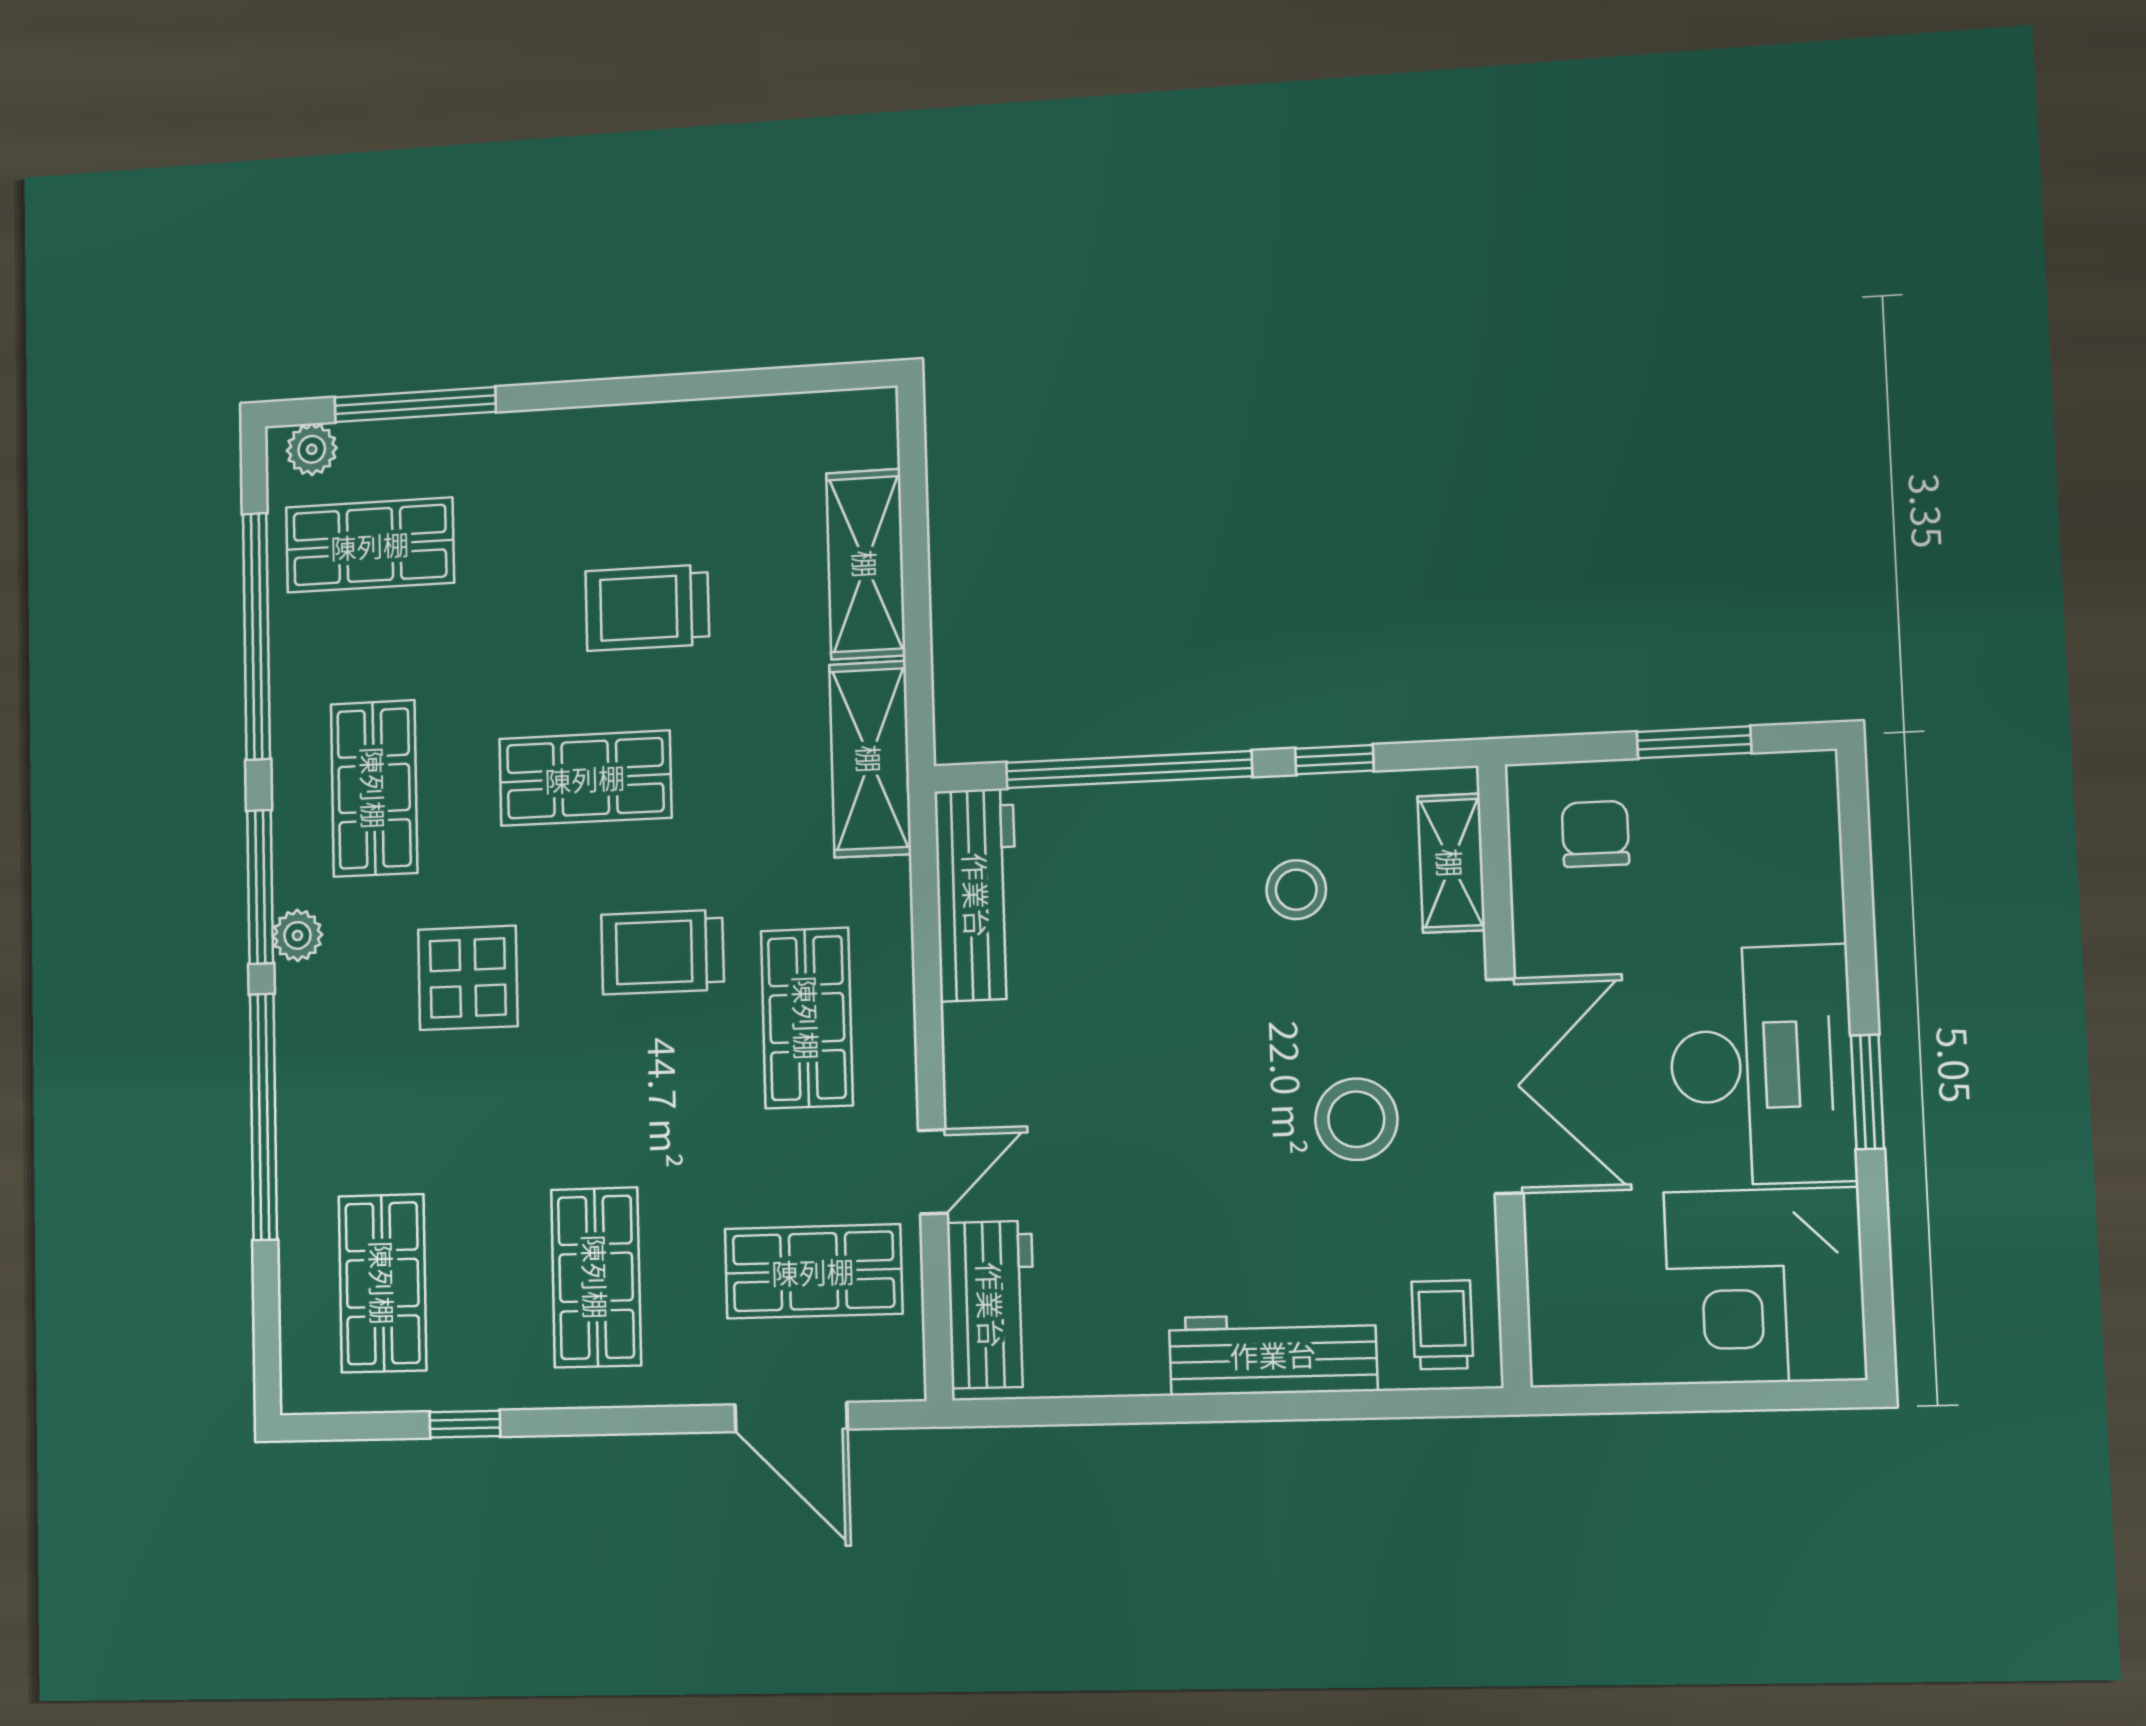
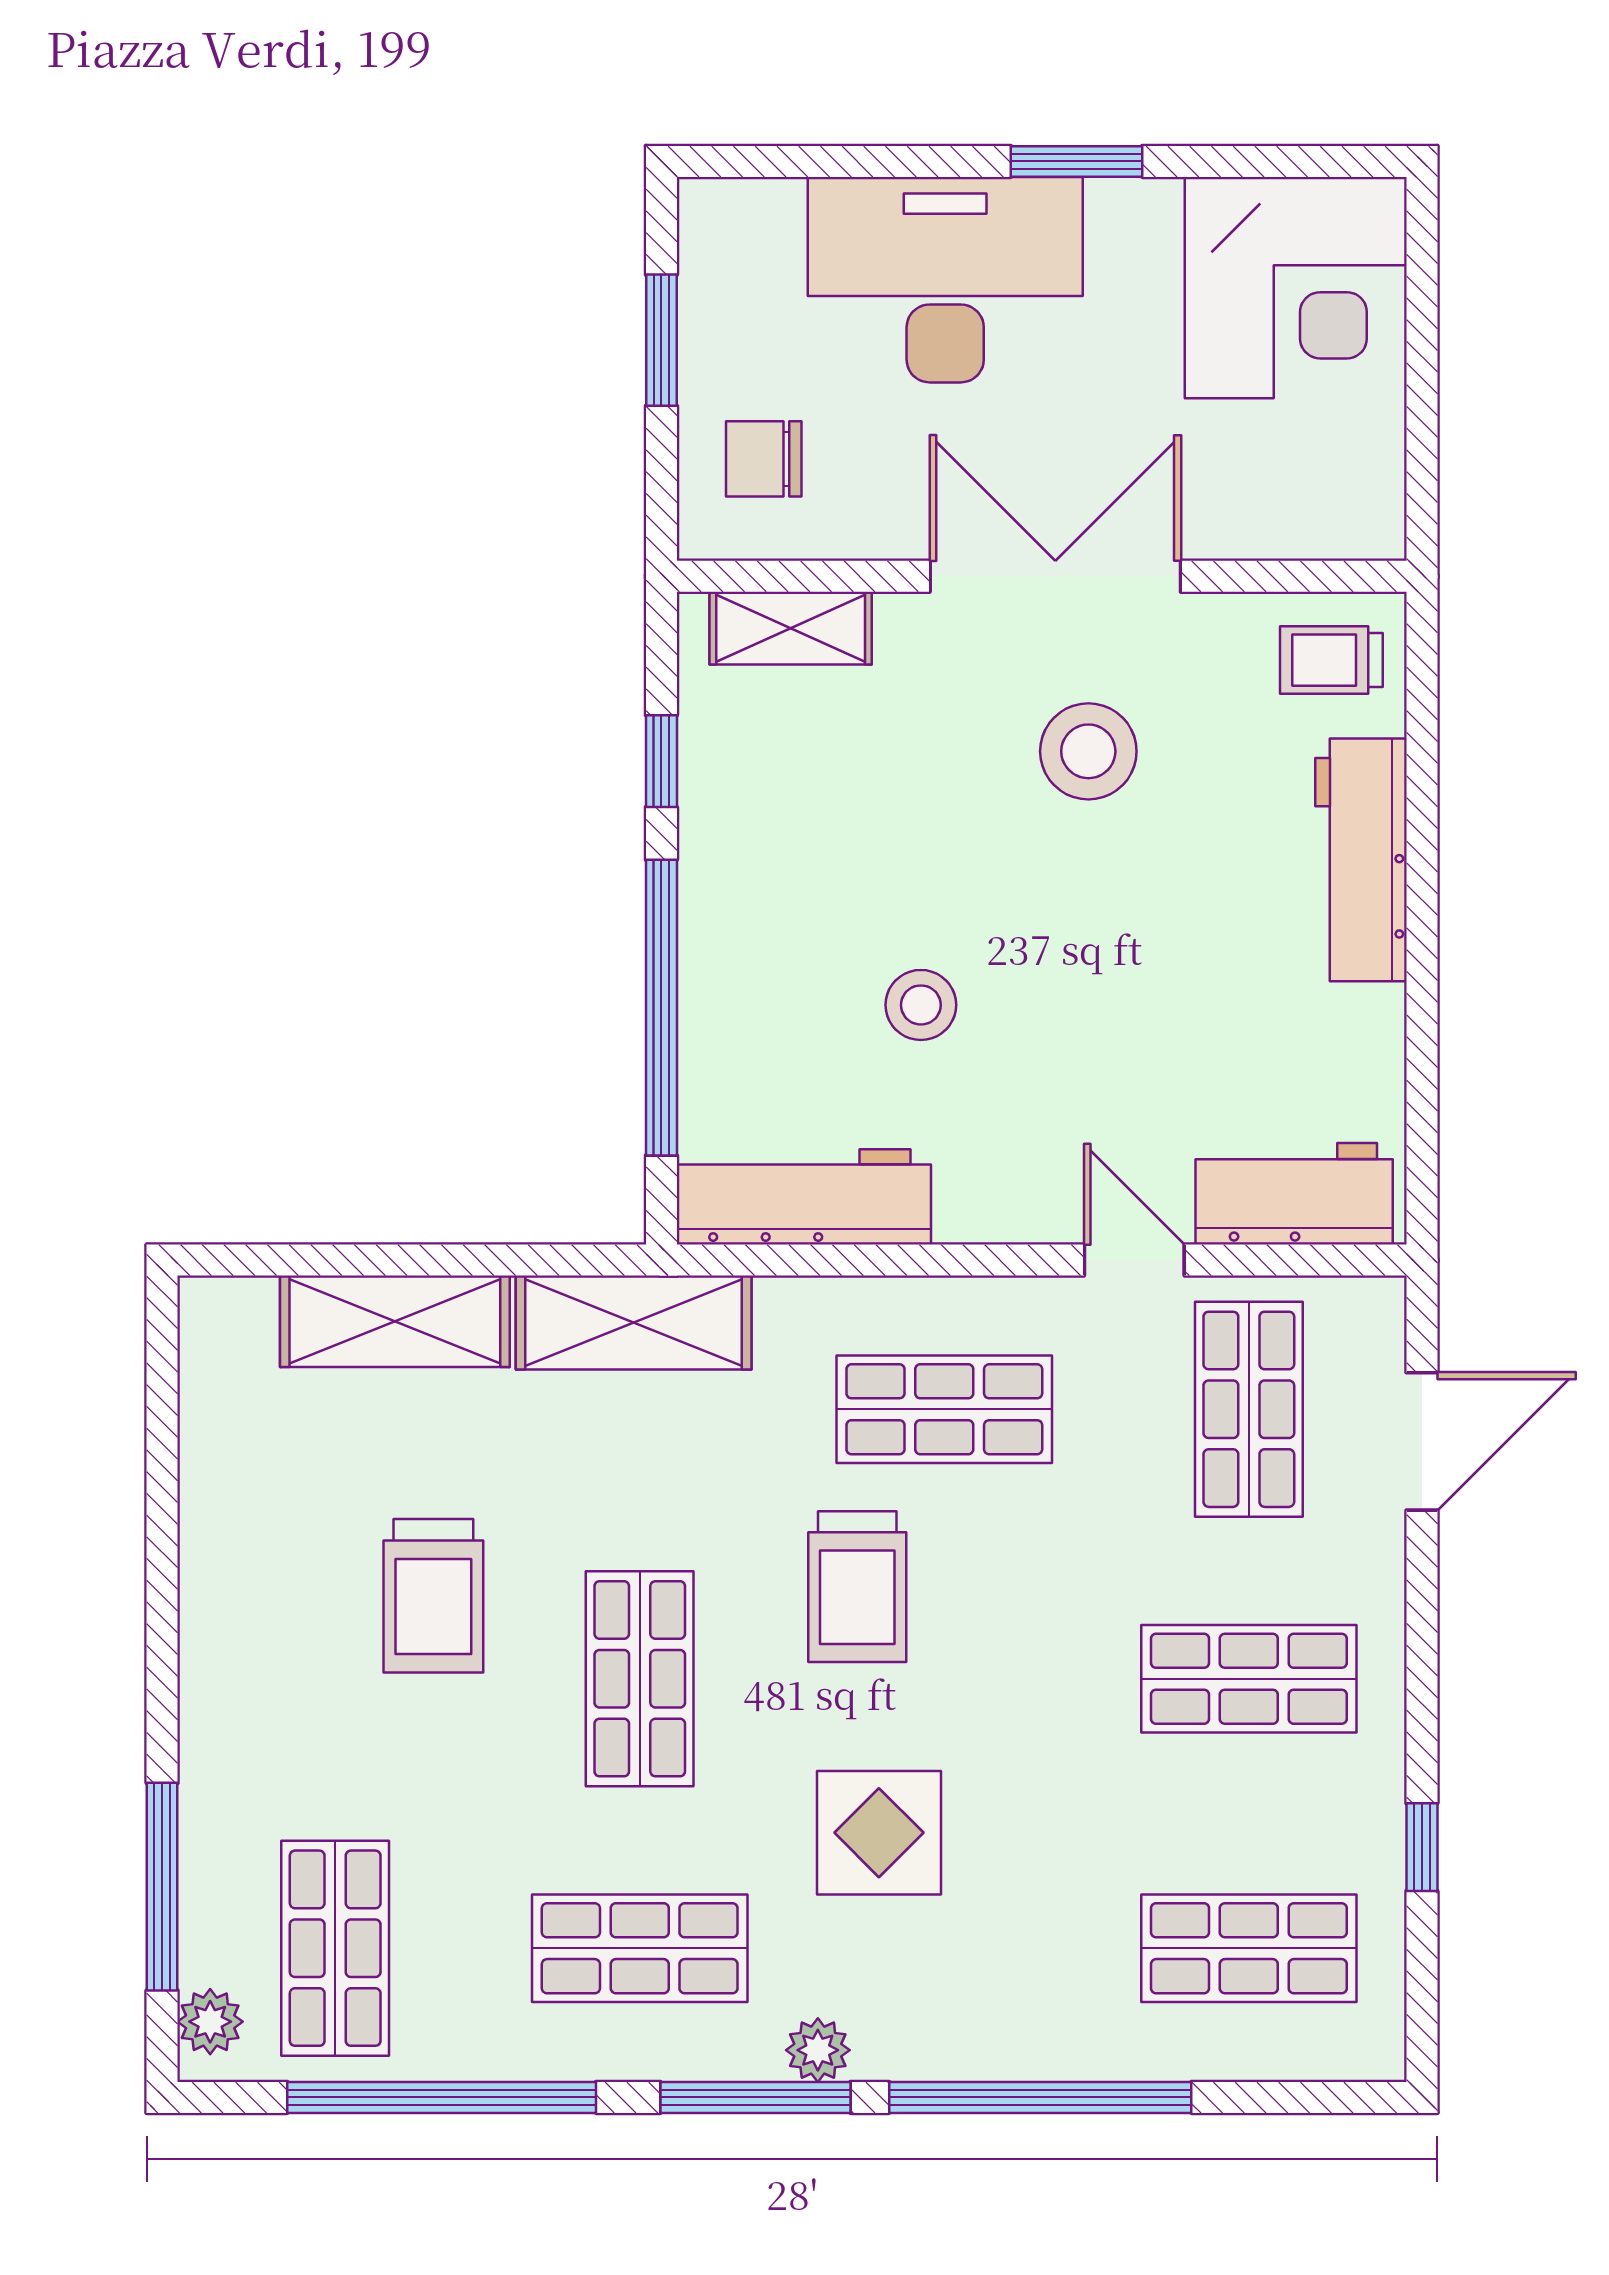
stool: (1296, 890) -> (921, 1005), moved
desk: (1762, 1065) -> (945, 280), moved

